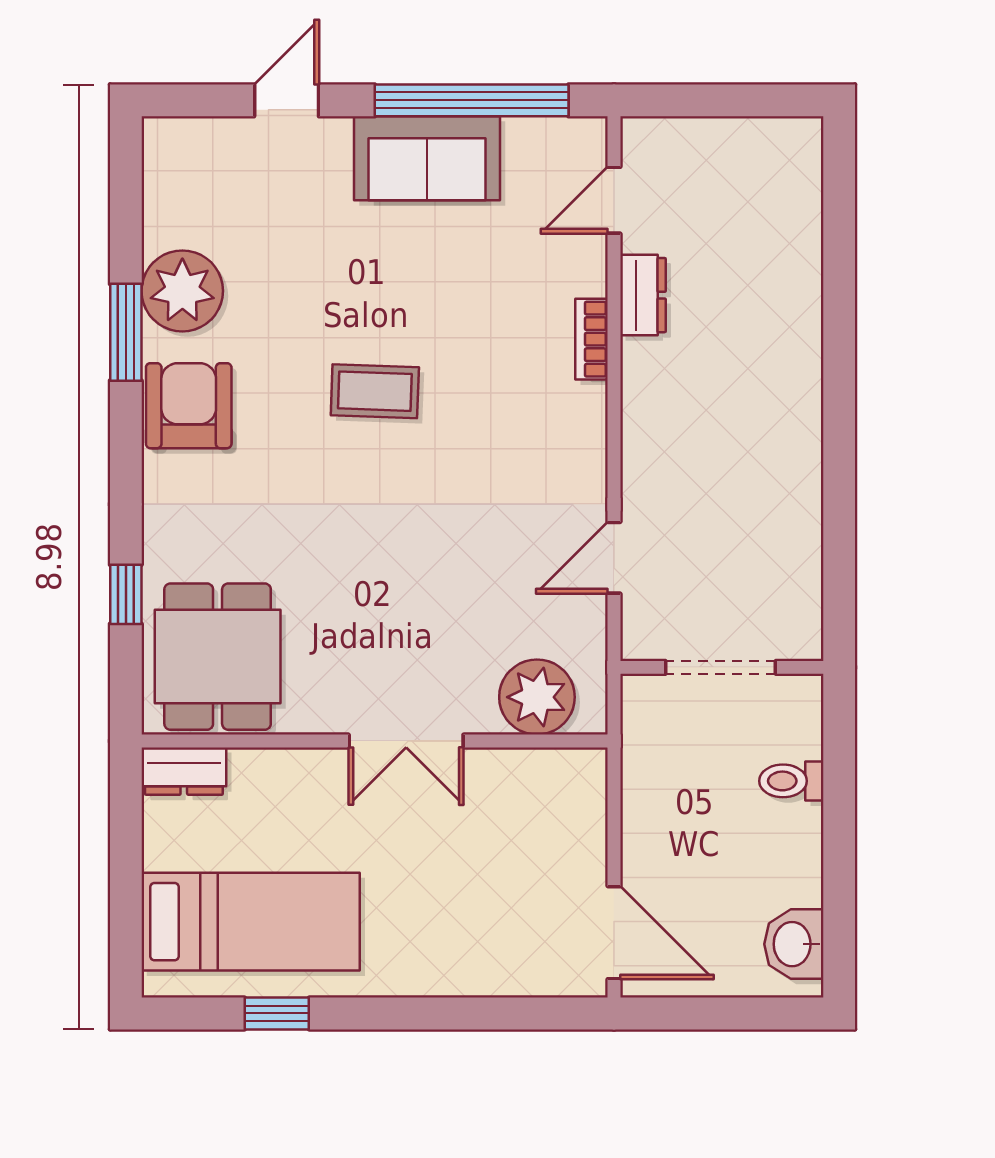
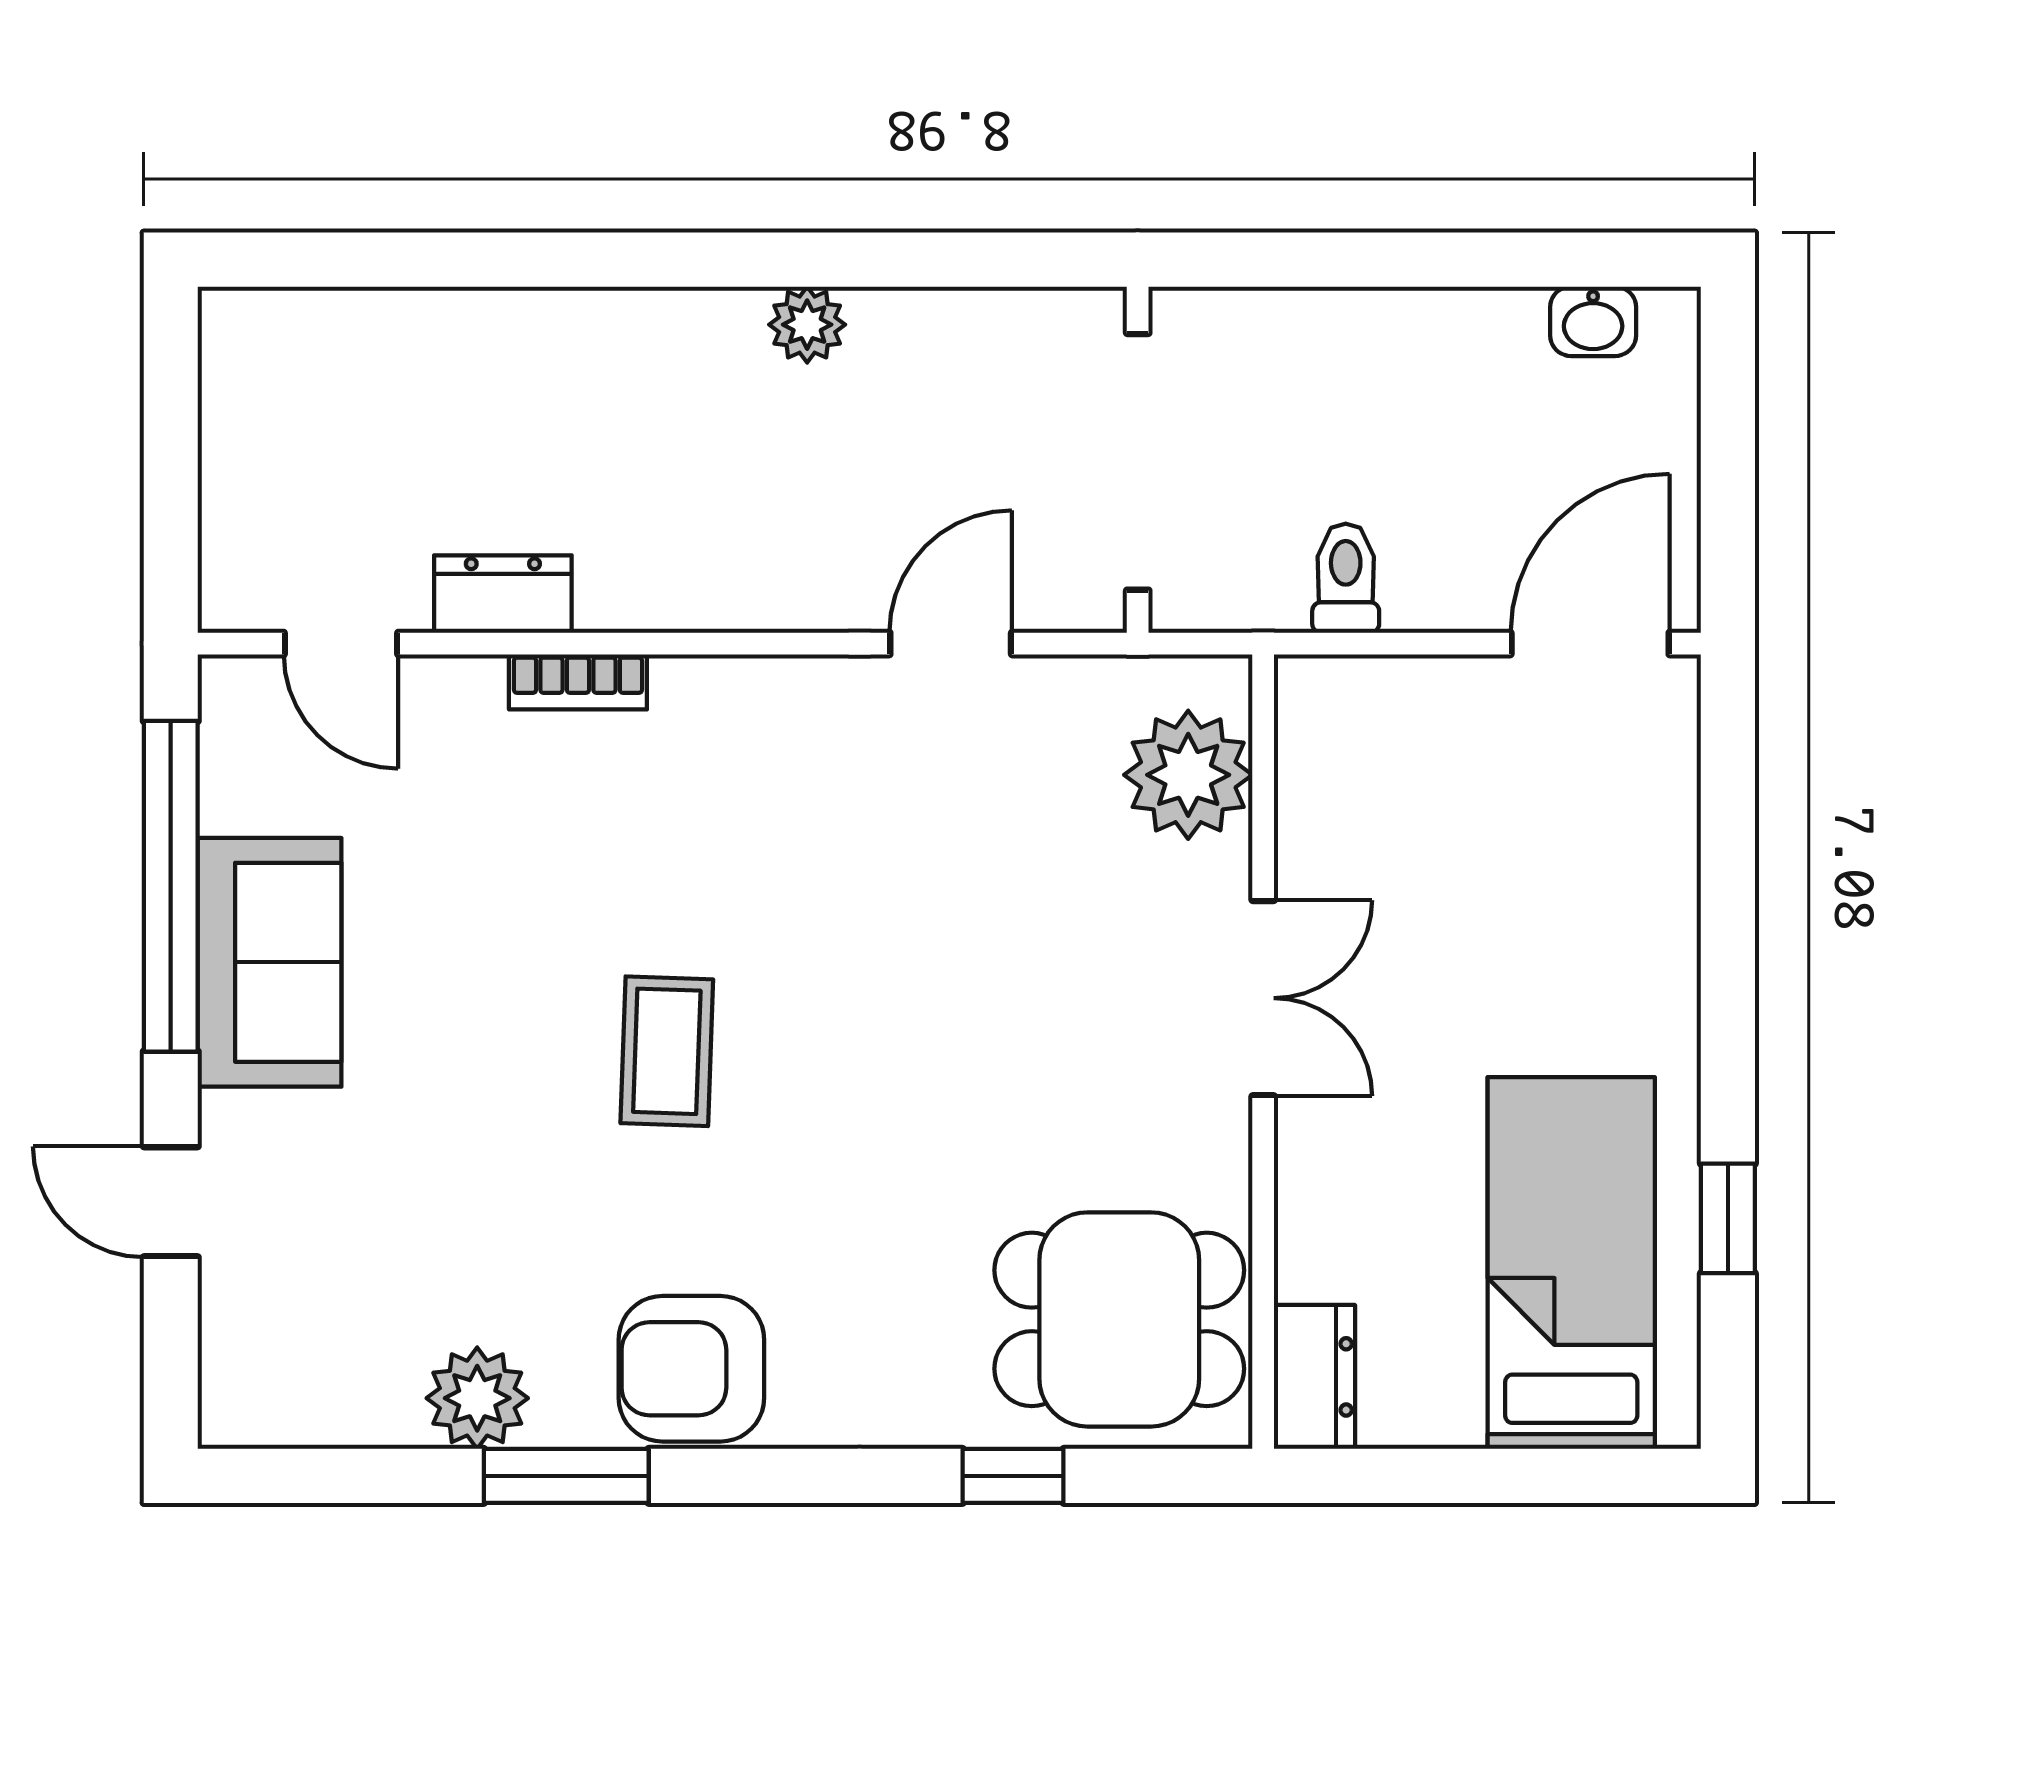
plant: (182, 291) -> (477, 1398), width x0.73, depth x0.73
plant: (801, 474) -> (807, 325), added
door: (614, 558) -> (951, 644), swing flipped
doorway: (721, 667) -> (1138, 462), width x1.36
toilet: (791, 781) -> (1346, 578), moved, turned 180
washbasin: (794, 944) -> (1593, 321), width x0.72, depth x0.69

